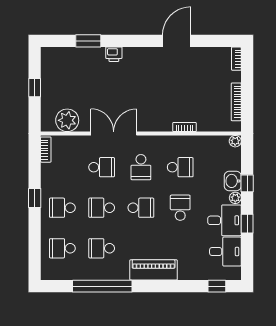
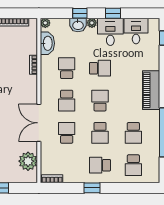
washbasin: (211, 144) -> (47, 43), added
school desk: (141, 167) -> (67, 101), turned 90
school desk: (62, 208) -> (100, 165), turned 90
school desk: (180, 208) -> (100, 68), turned 180

